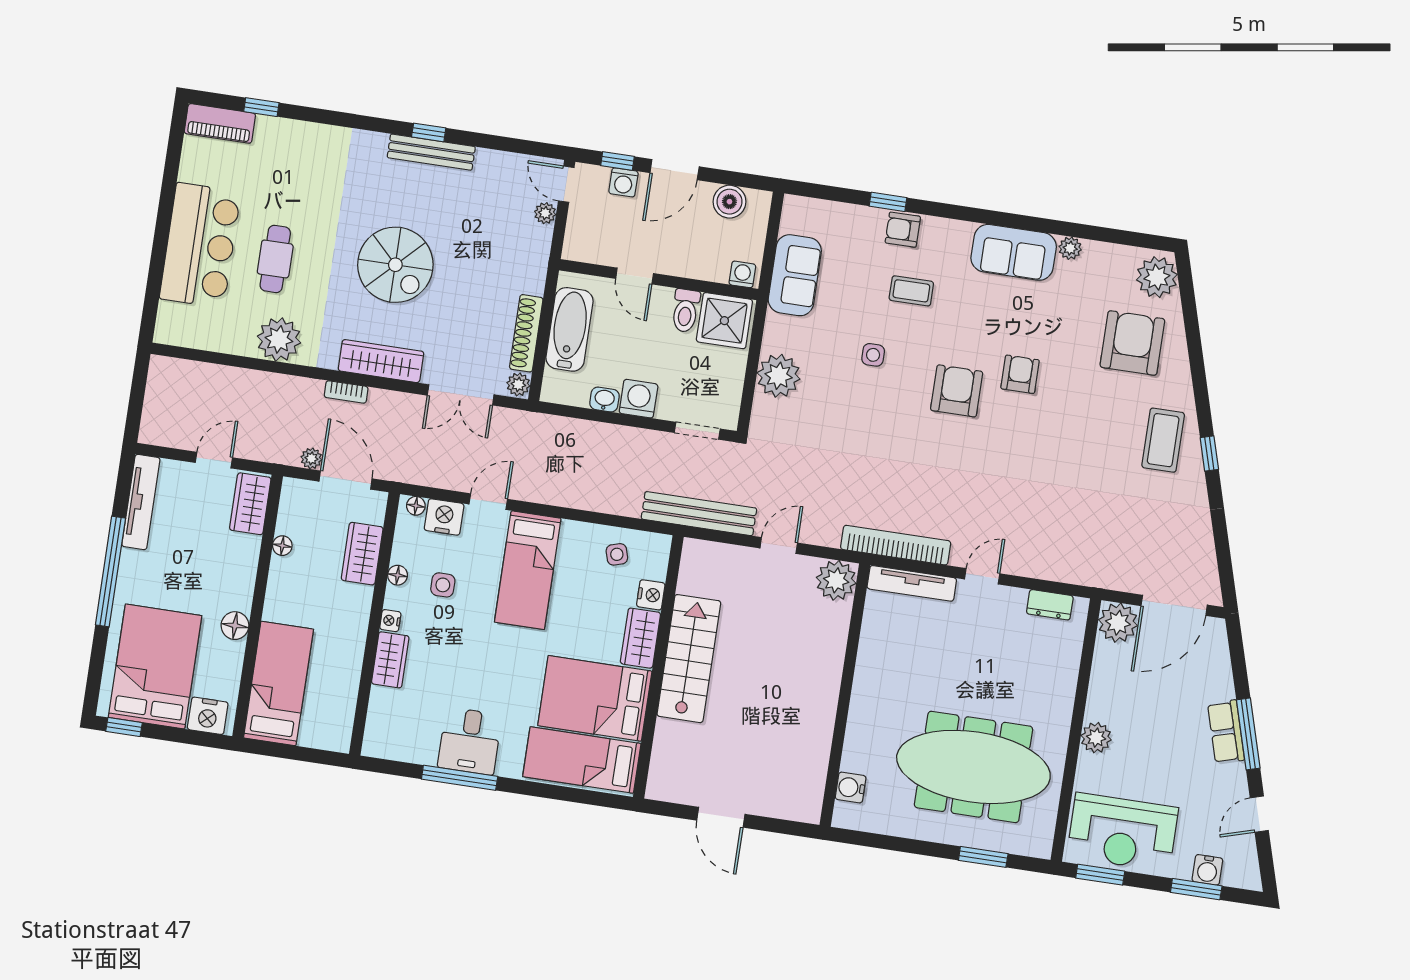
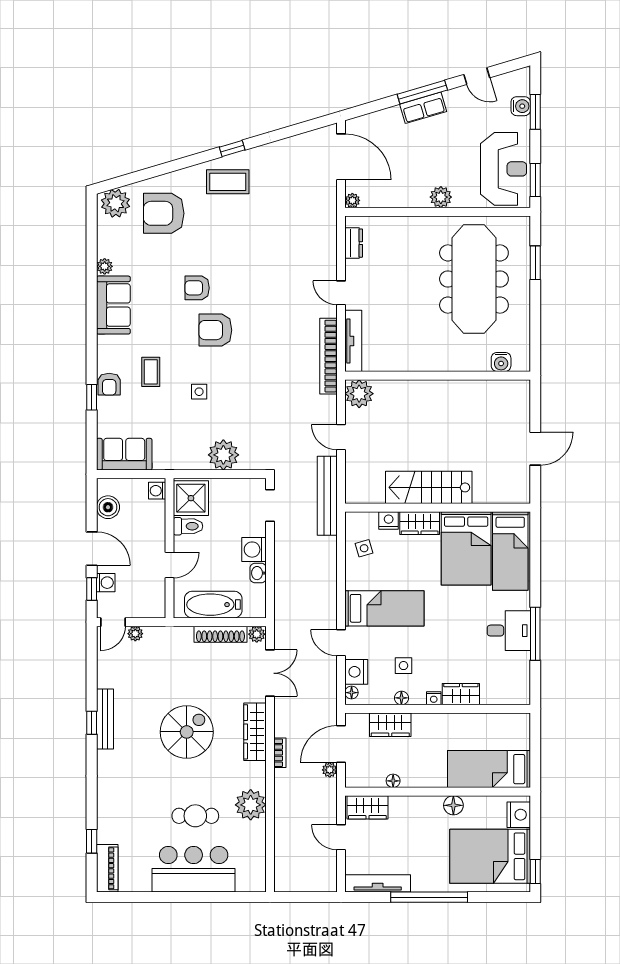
sofa: (795, 275) -> (124, 454), moved
plant: (1118, 623) -> (352, 200), width x0.53, depth x0.53

